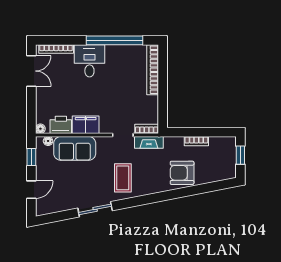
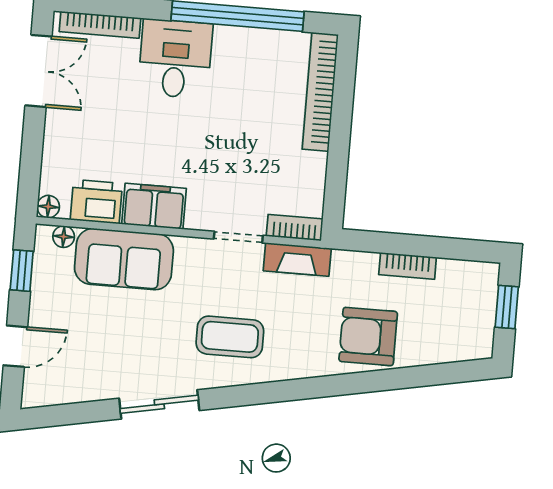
coffee table: (123, 178) -> (230, 337), turned 90

